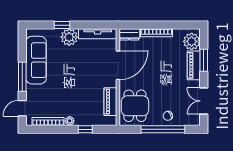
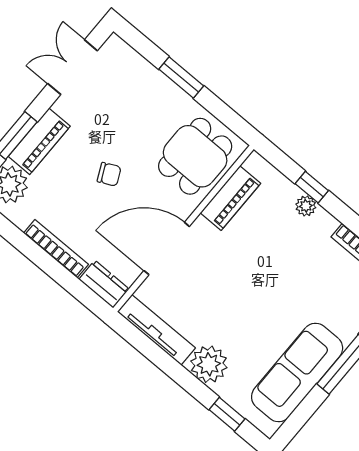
window: (62, 25) -> (227, 414), moved
double door: (204, 101) -> (73, 67), swing flipped
chair: (168, 116) -> (109, 174), moved
plant: (70, 121) -> (306, 206), moved
window: (163, 129) -> (181, 78), width x0.47

